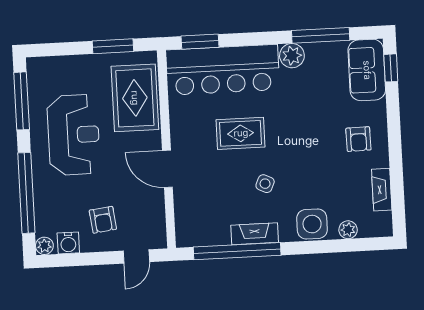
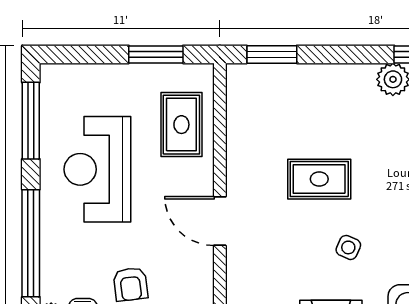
bar counter: (223, 70) -> (300, 93), removed
rug: (135, 98) -> (181, 125), width x0.73, depth x0.70
reception desk: (74, 135) -> (97, 169), turned 180

